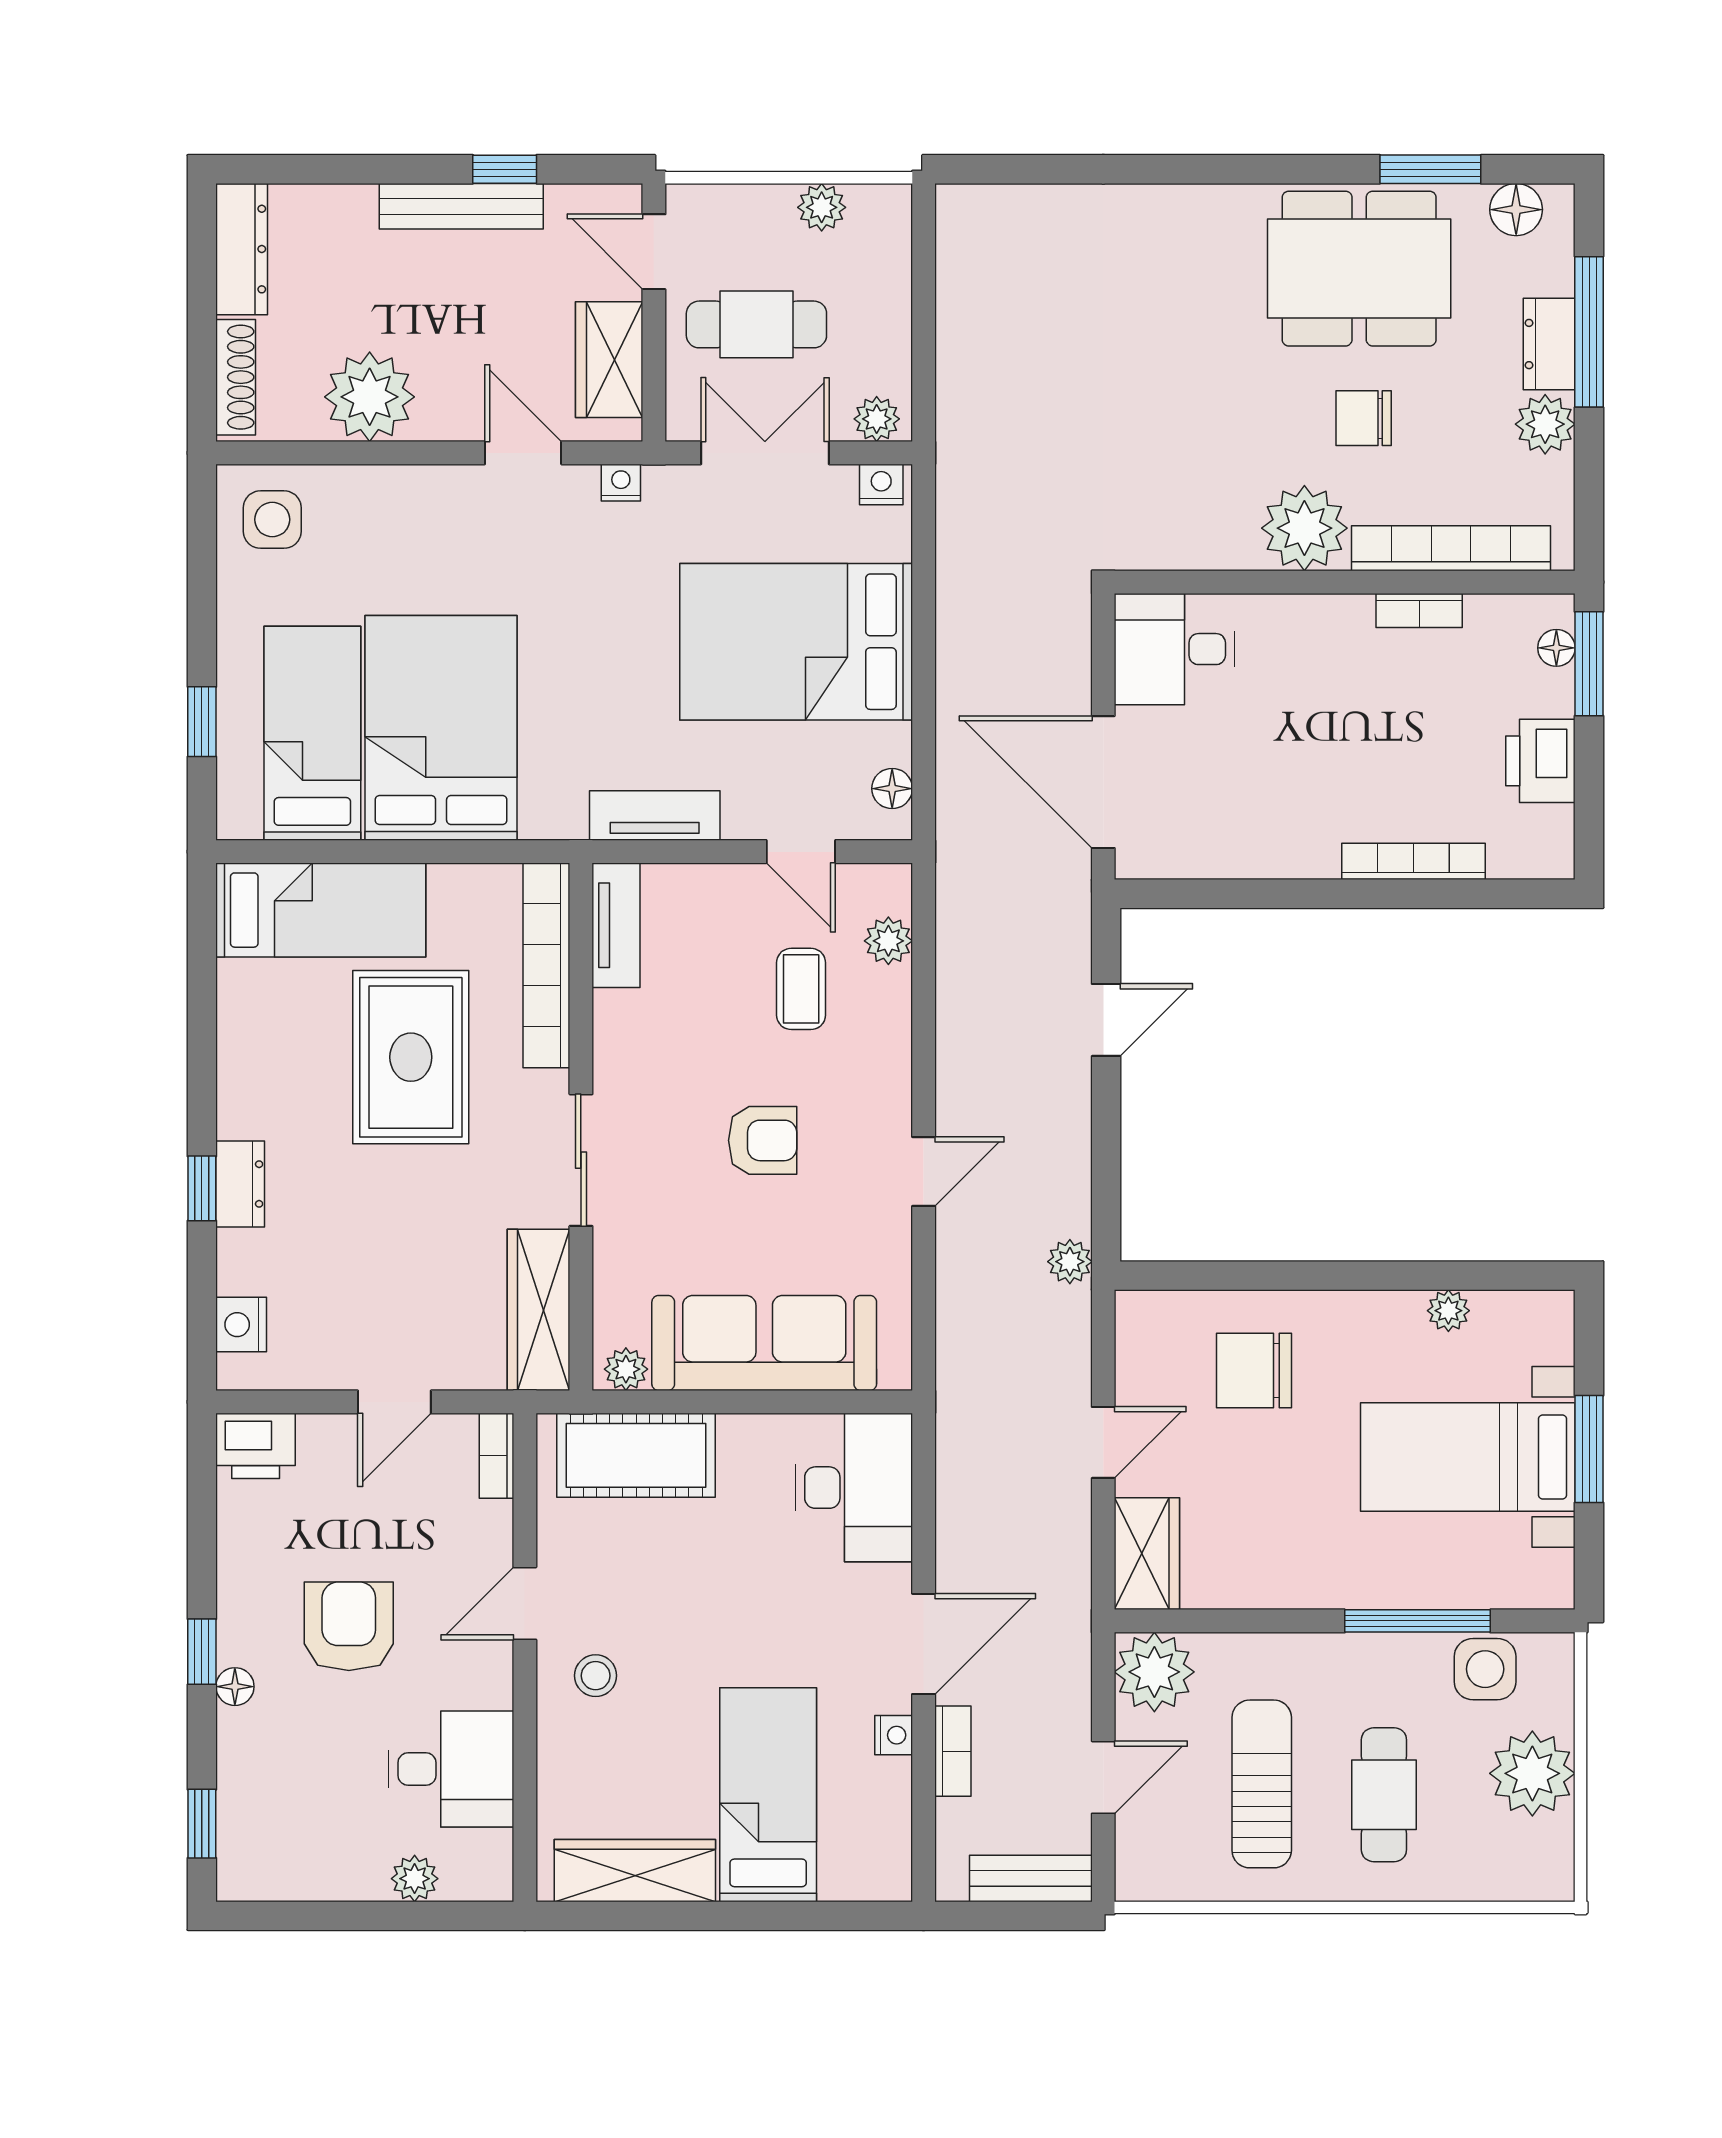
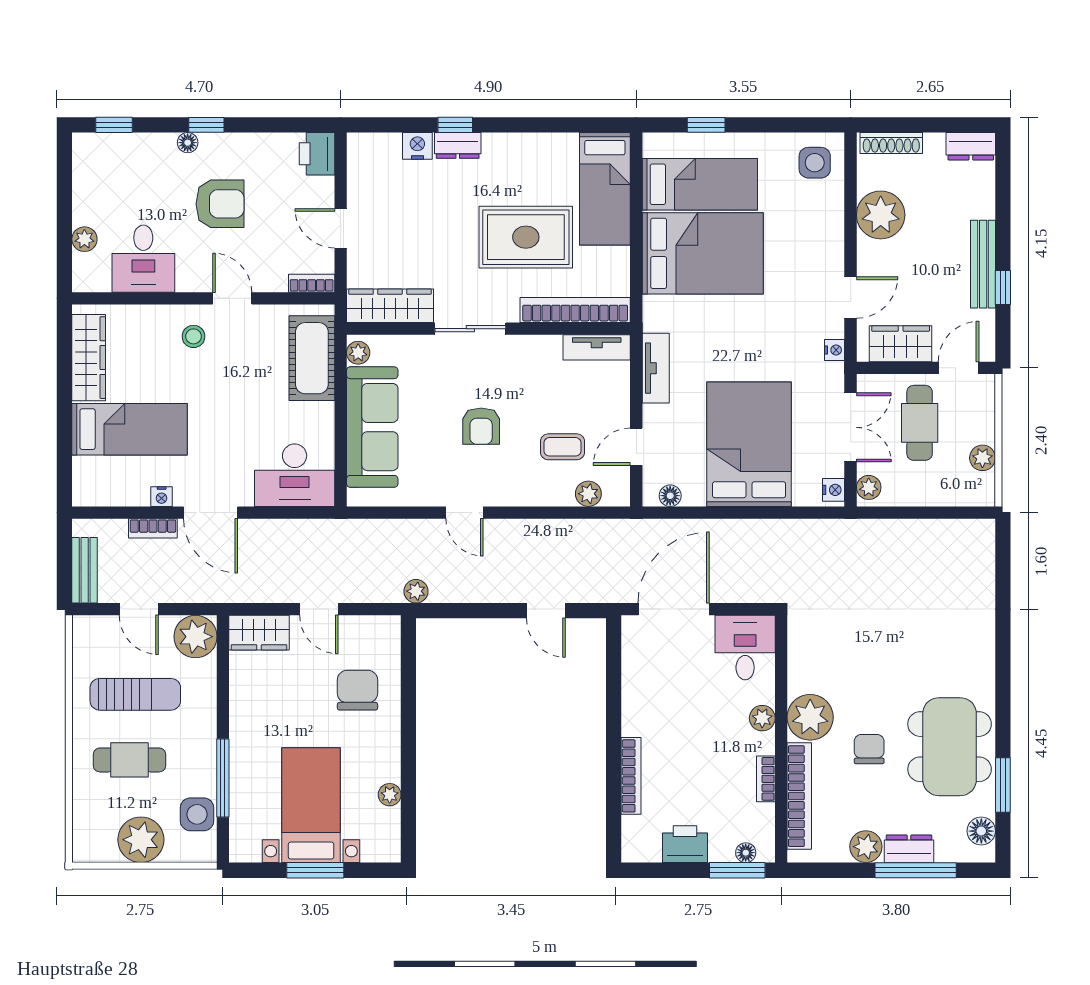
dresser: (242, 249) -> (971, 146), width x0.70
plant: (1306, 617) -> (762, 718), added
nightstand: (241, 1325) -> (417, 146), moved

